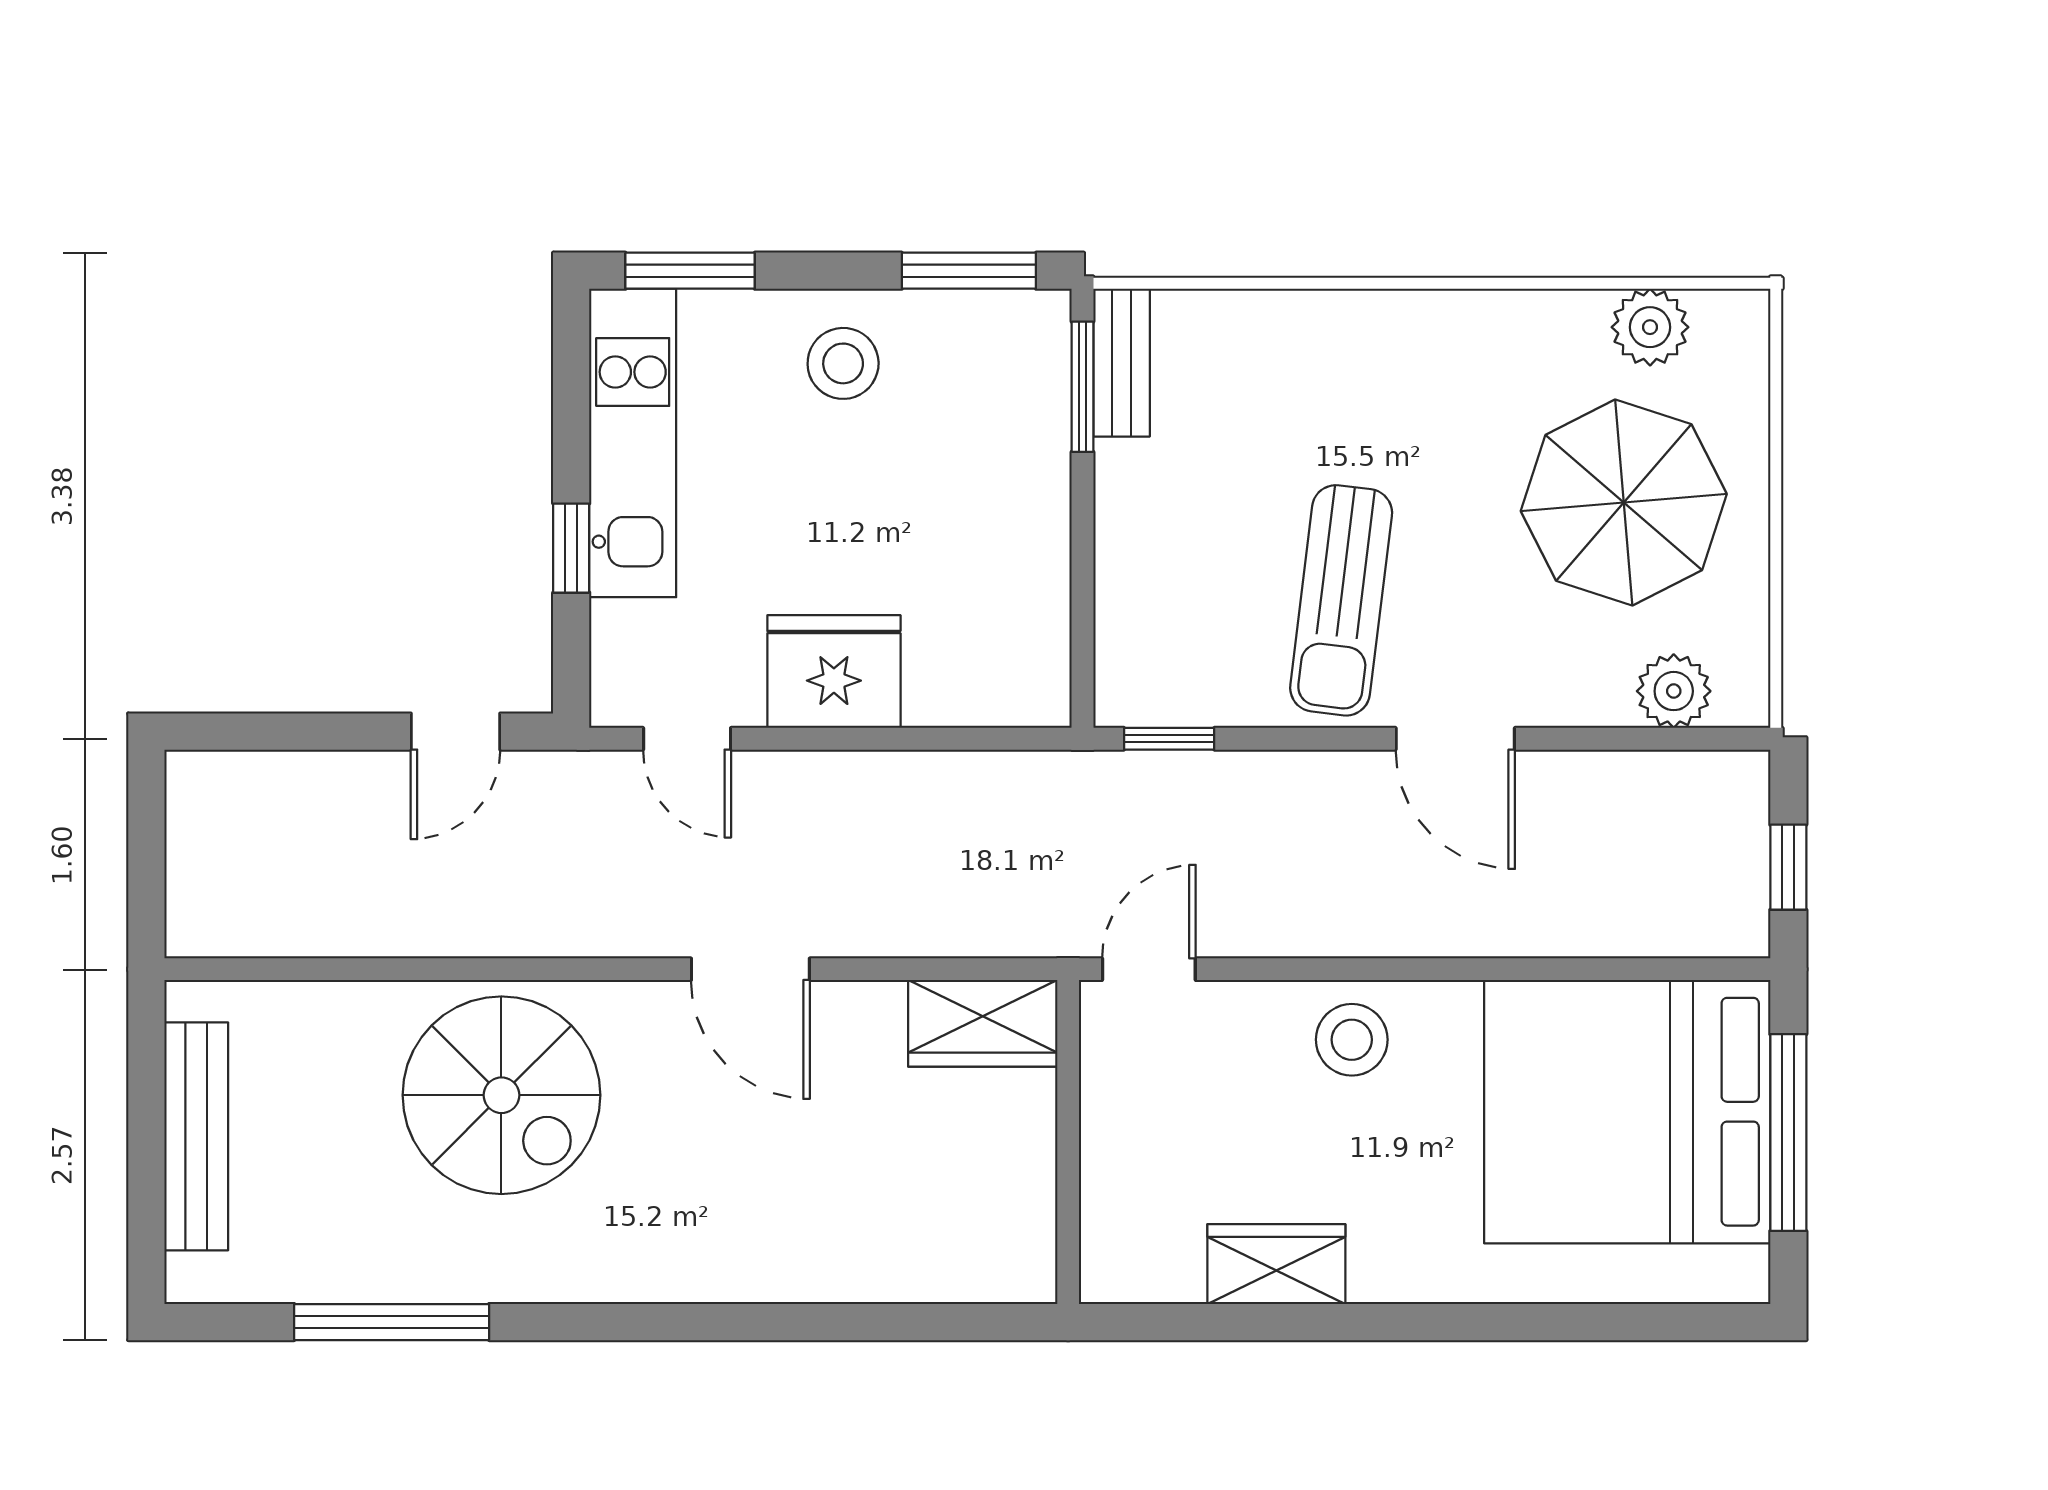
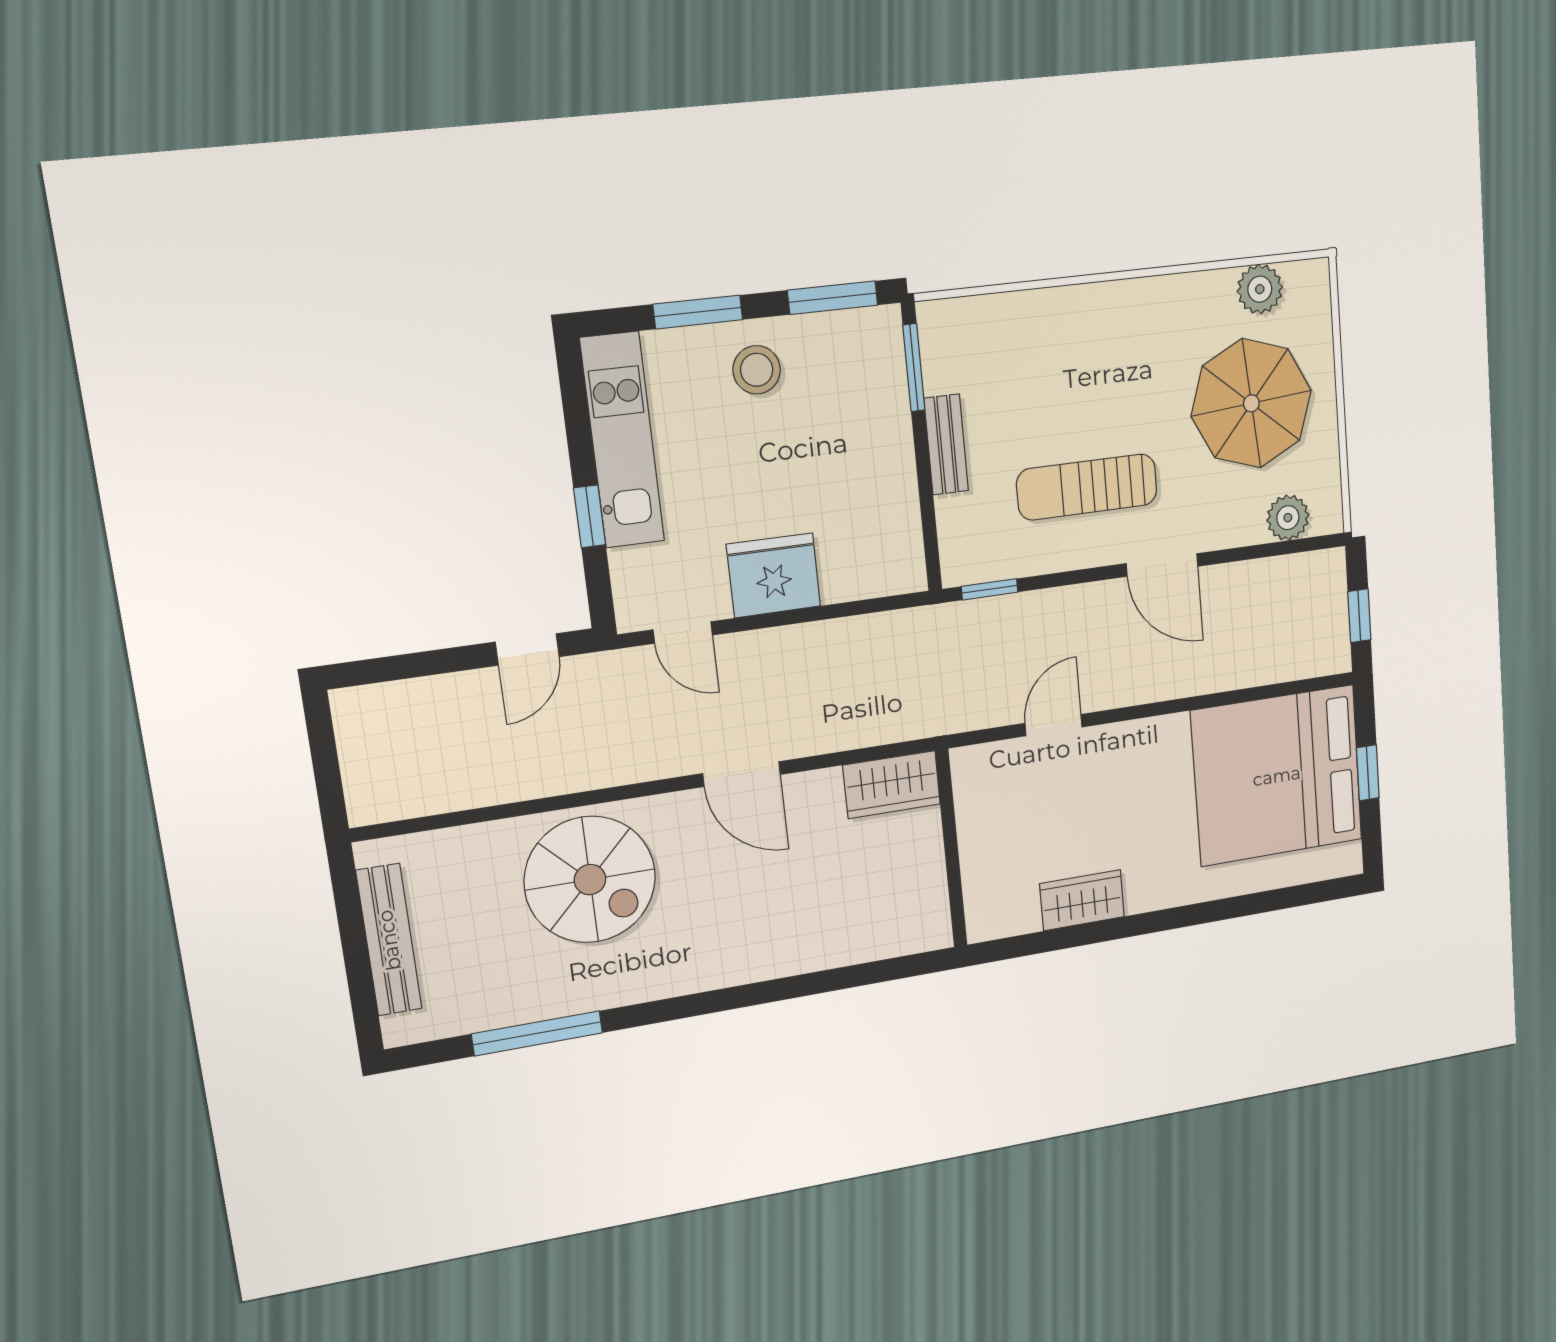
window: (690, 271) -> (698, 312), moved
bench: (1122, 363) -> (946, 445), moved
sun lounger: (1341, 600) -> (1087, 487), turned 83
door: (1149, 969) -> (1054, 725), moved
stool: (1352, 1040) -> (1115, 759), removed
window: (1788, 1133) -> (1368, 773), width x0.46

